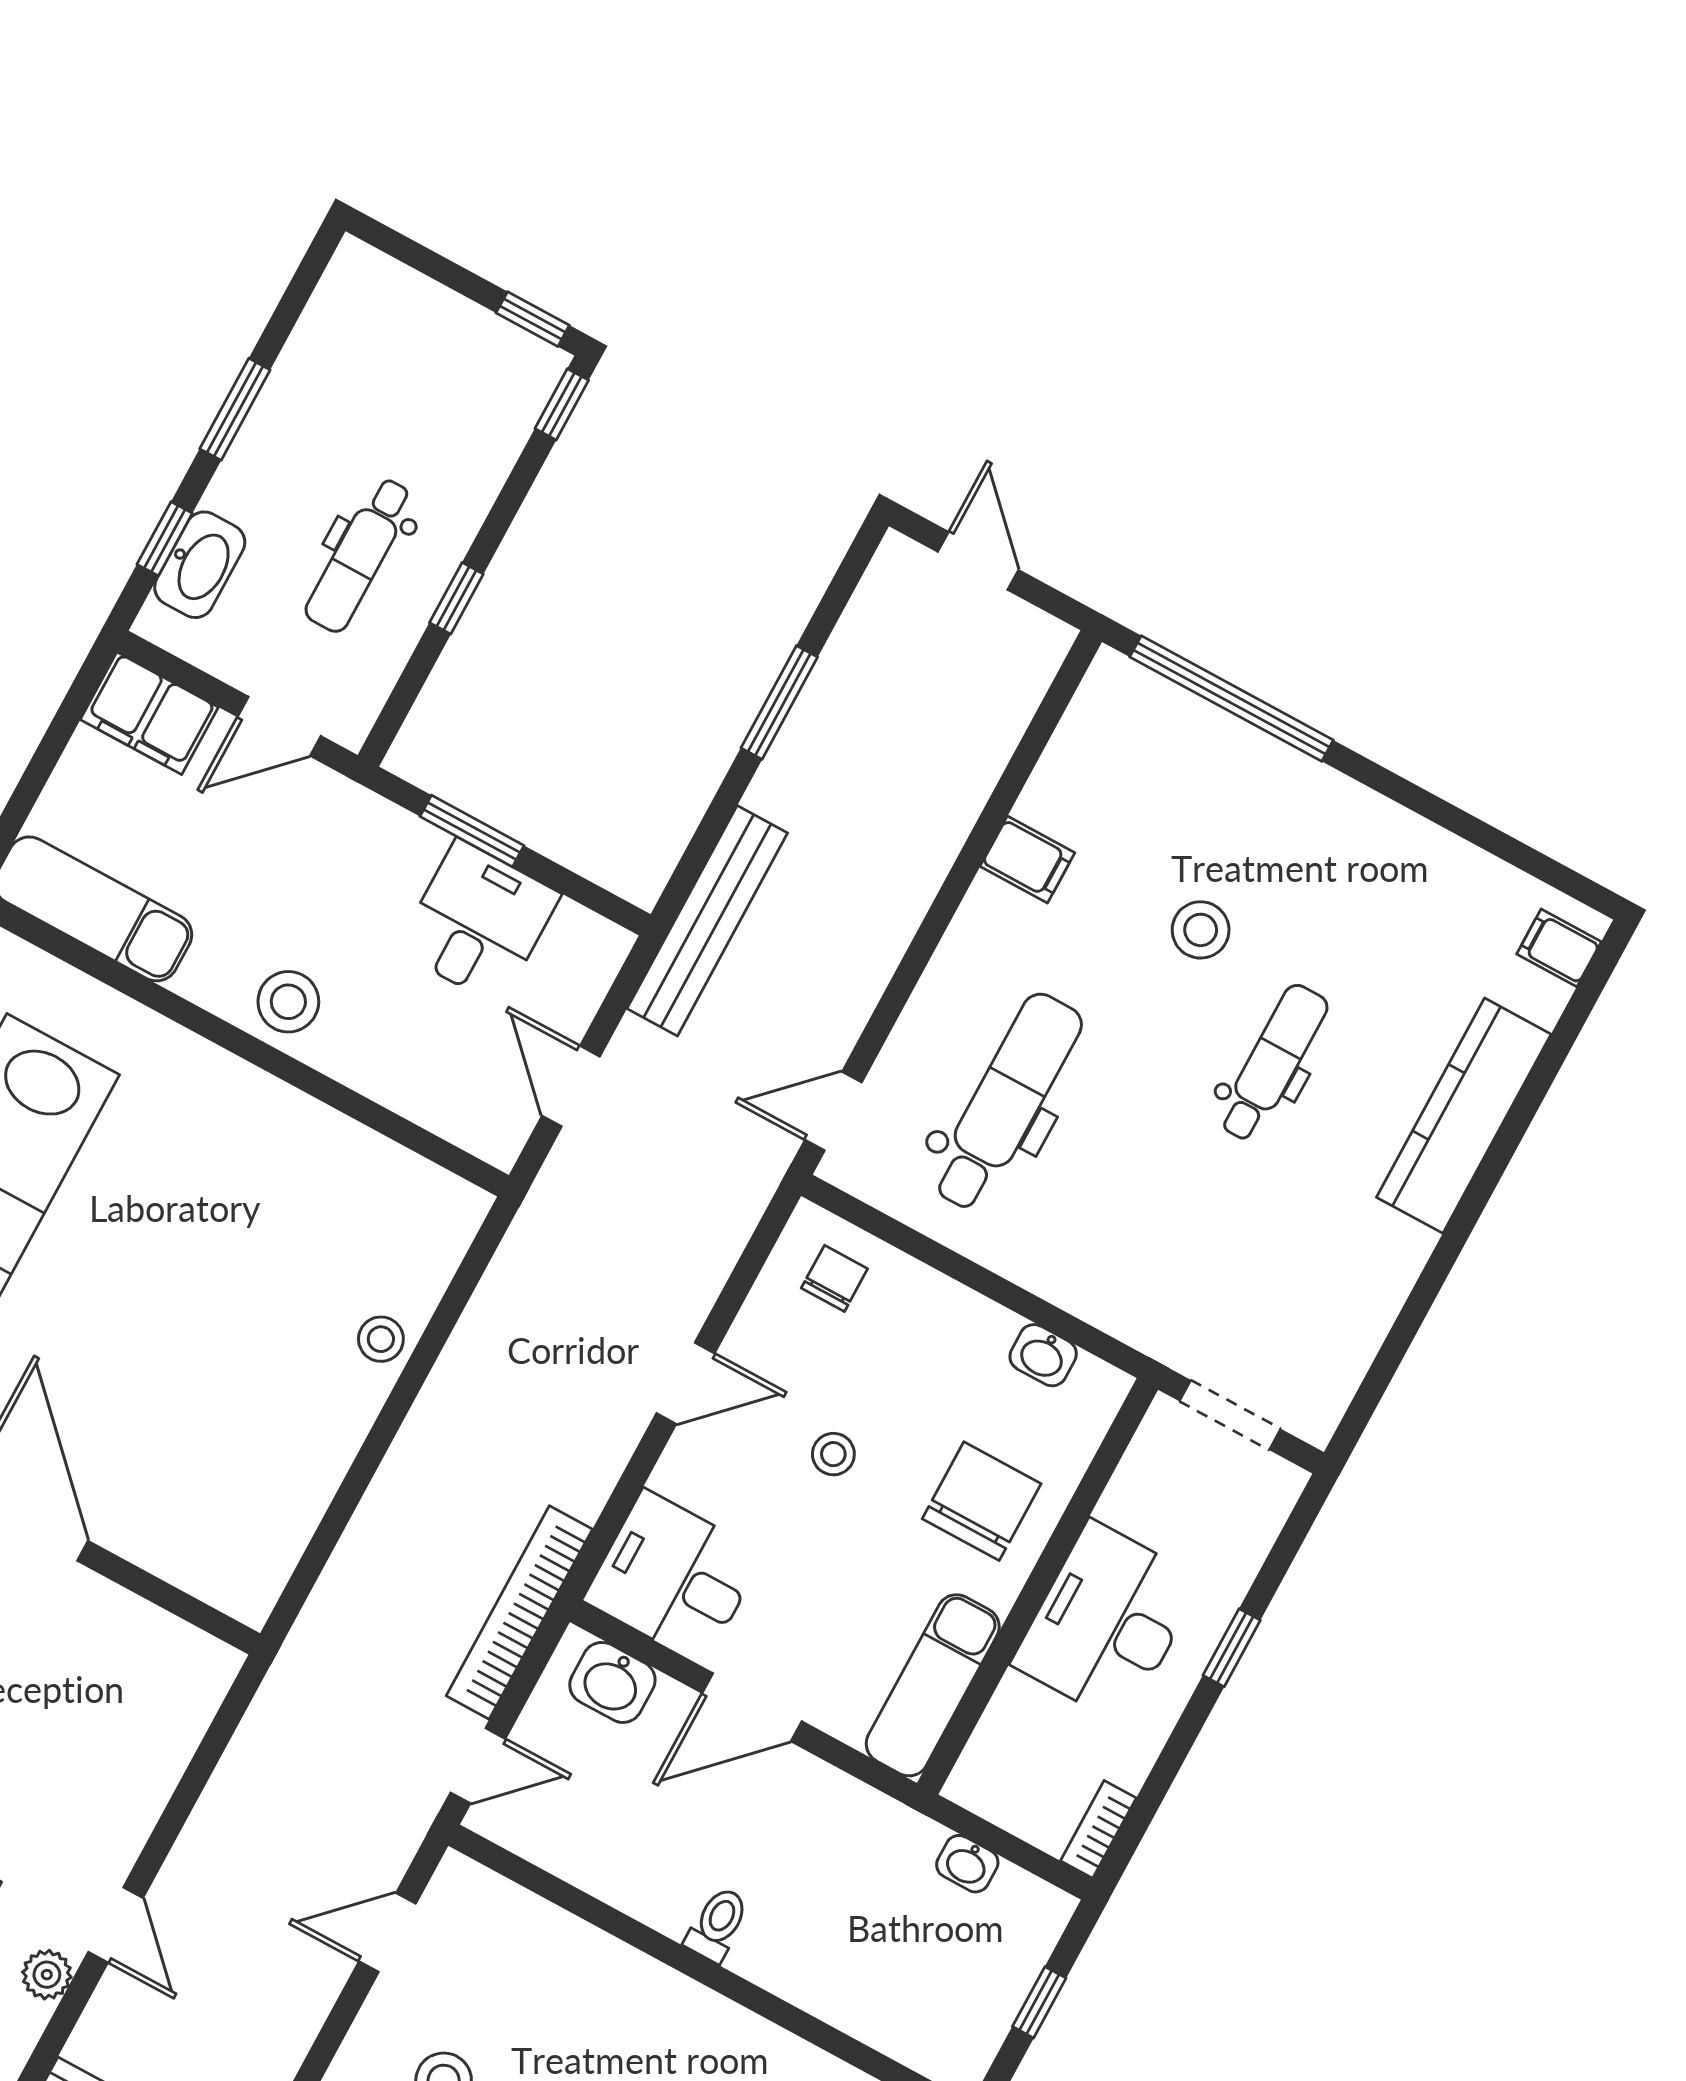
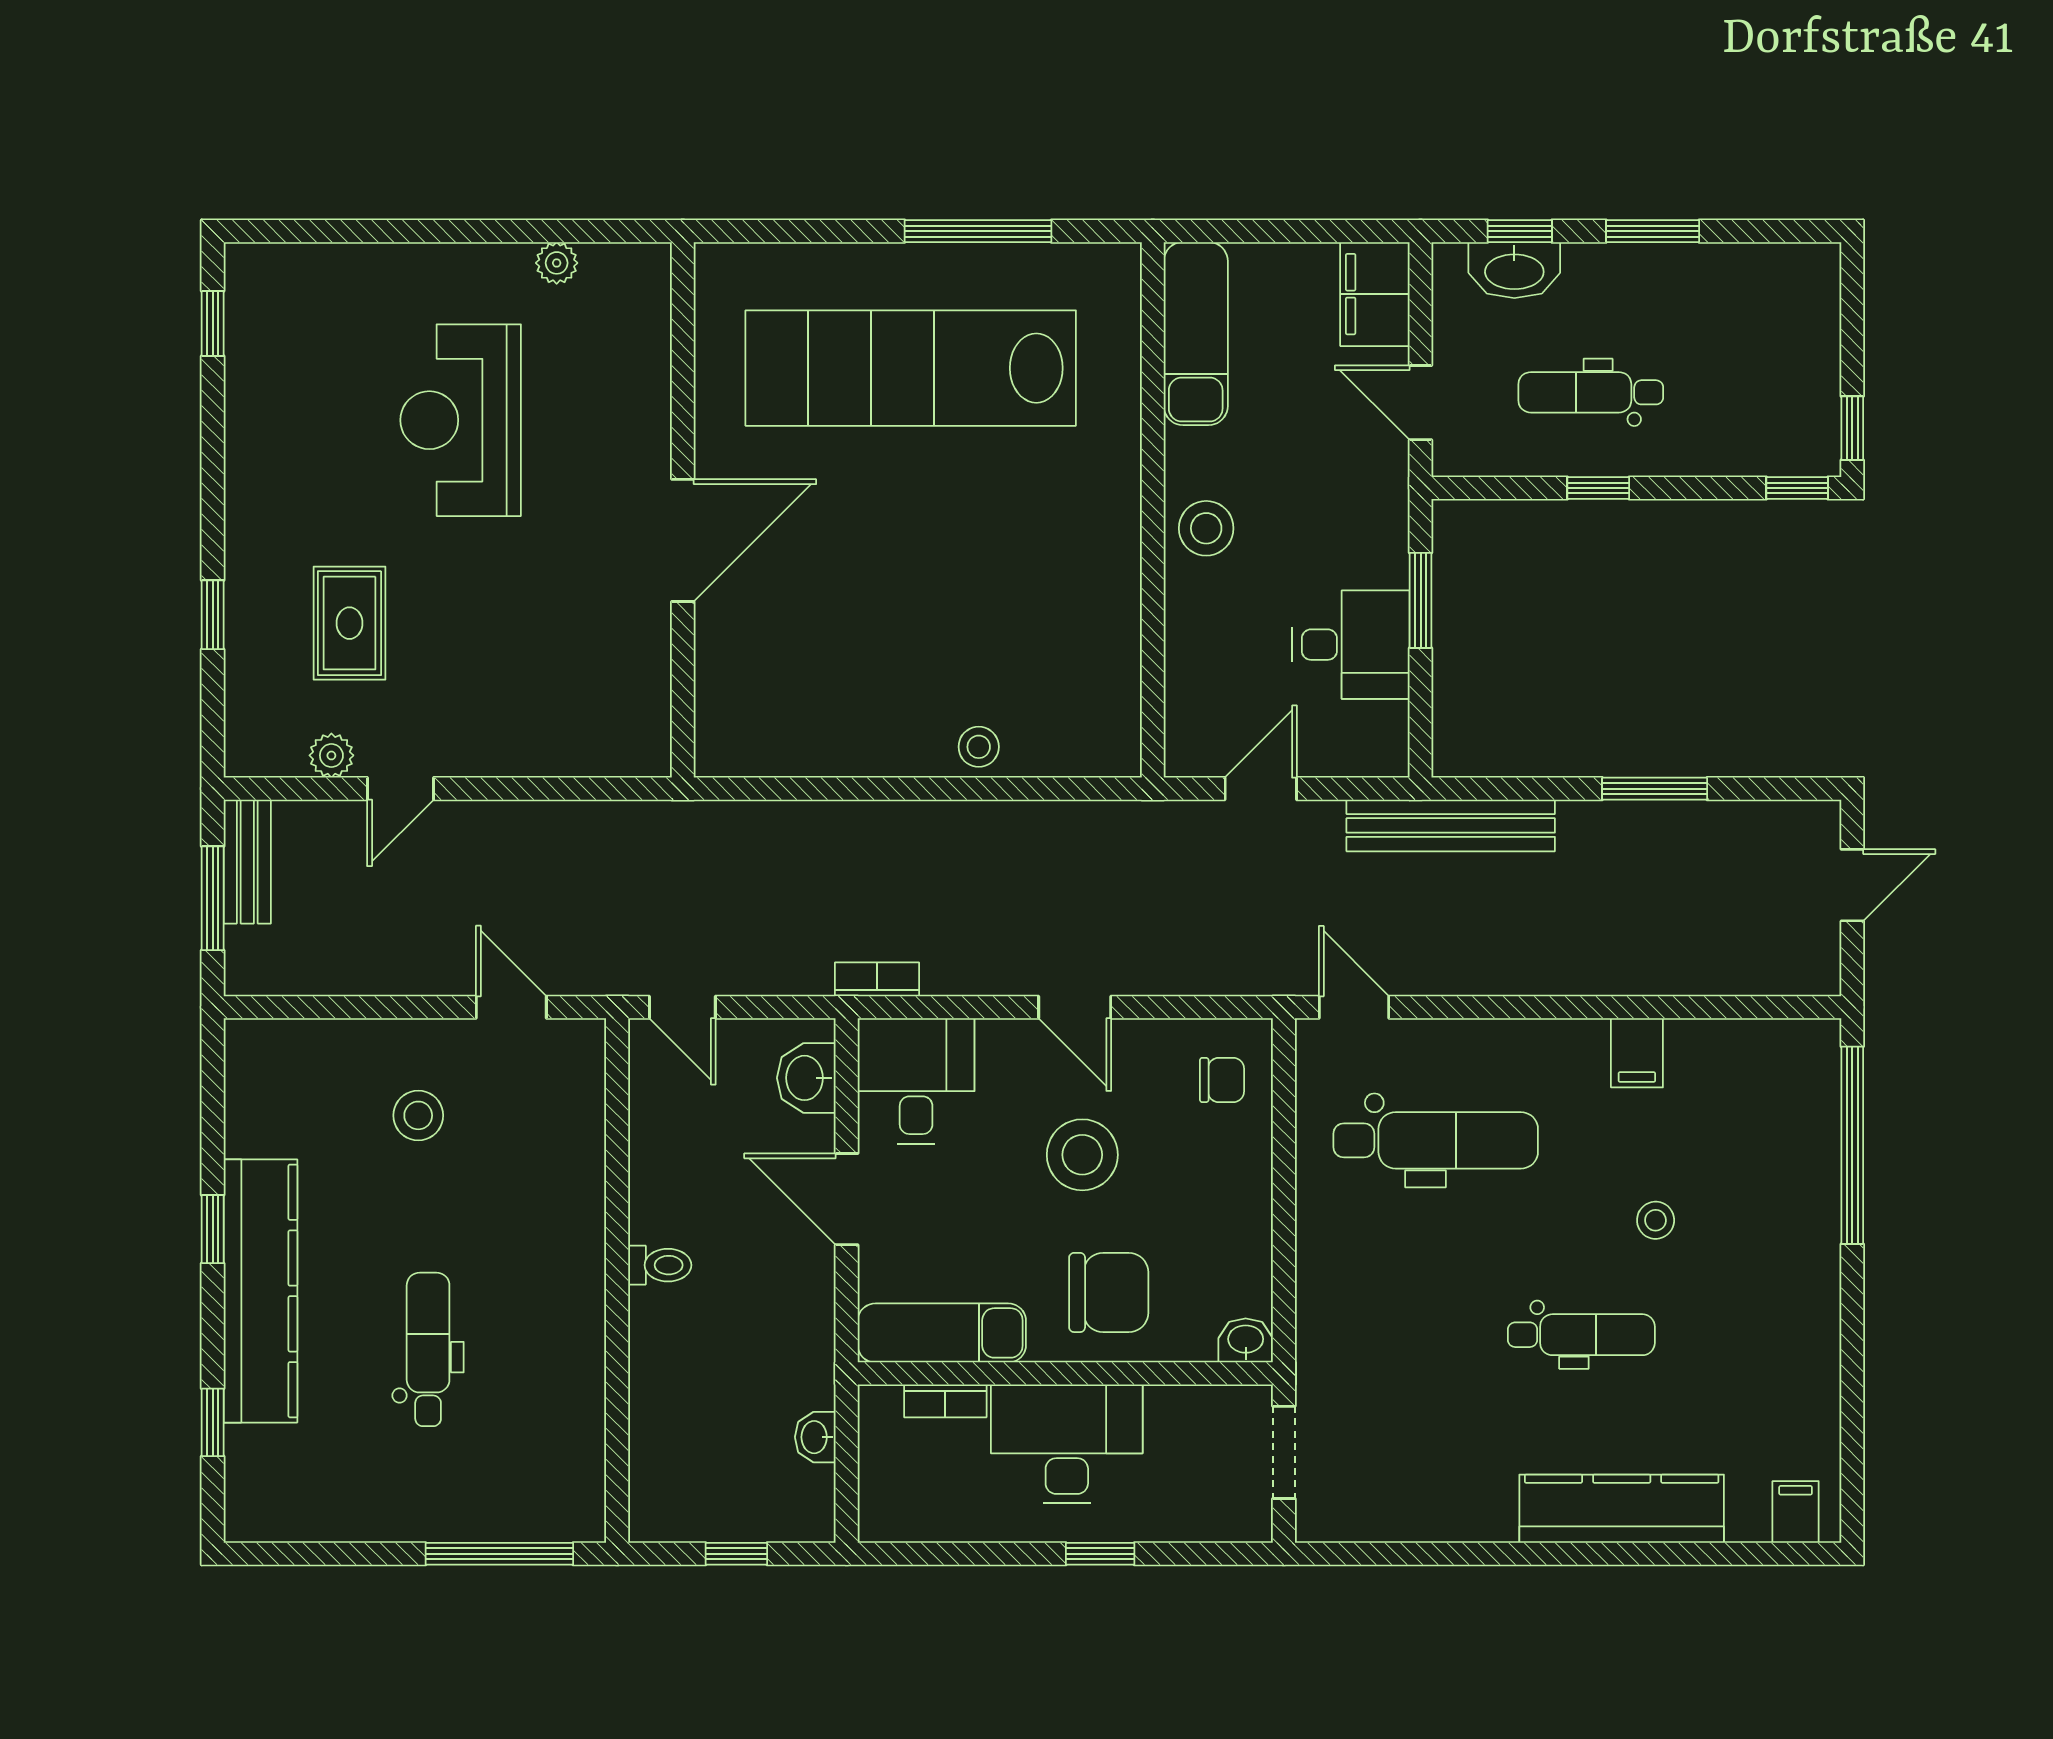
stool: (1201, 930) -> (1656, 1220), width x0.73, depth x0.73
washbasin: (1043, 1355) -> (1246, 1340), moved, turned 90
stool: (833, 1454) -> (1082, 1155), width x1.89, depth x1.89
bookcase: (519, 1613) -> (877, 979), width x0.43, depth x0.76
bookcase: (1098, 1829) -> (945, 1401), moved, turned 180

